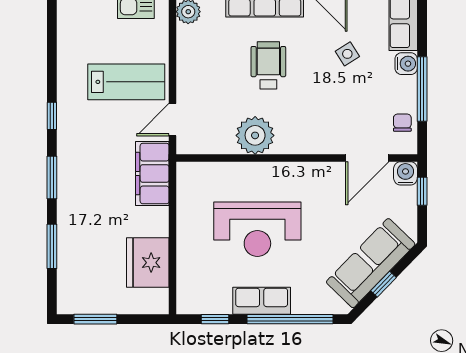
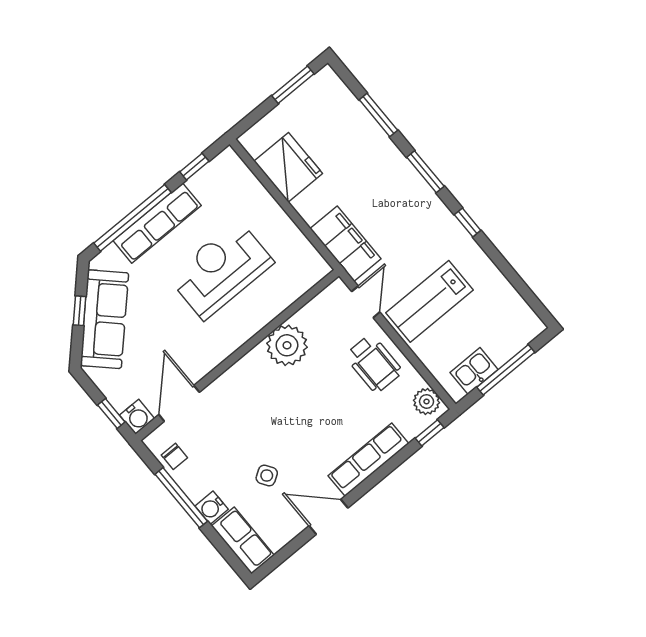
wheelchair: (268, 65) -> (374, 364), moved
row of seats: (262, 301) -> (157, 223), width x1.48

